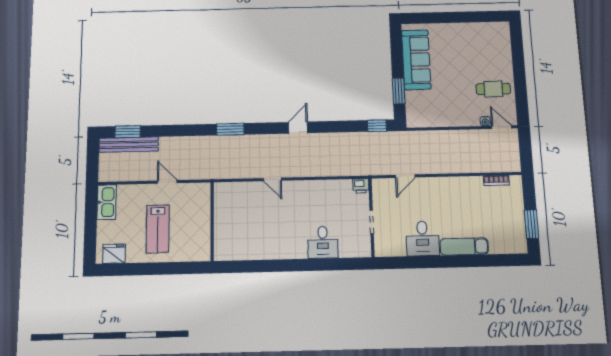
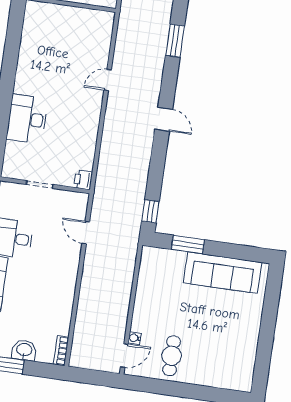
bookcase: (496, 180) -> (61, 351), moved
washbasin: (516, 211) -> (24, 350), added
desk: (323, 242) -> (27, 119), width x1.37

